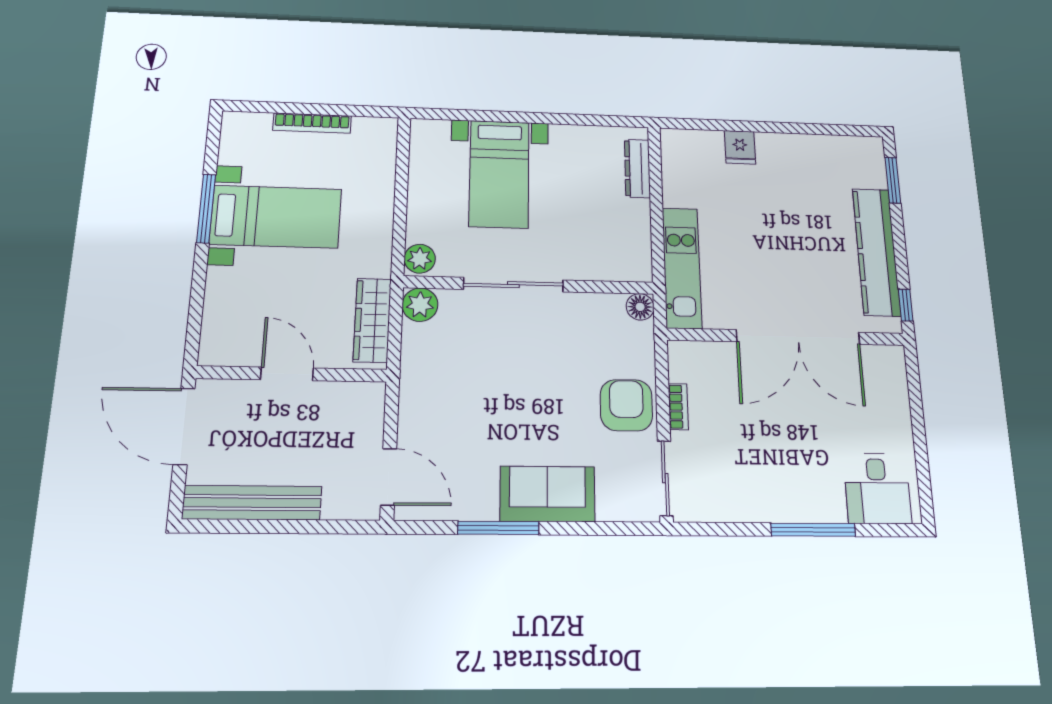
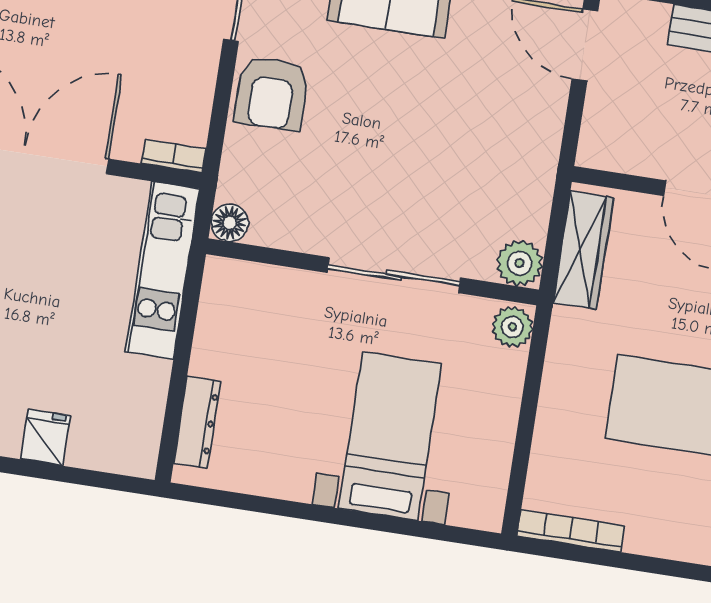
bookcase: (312, 123) -> (571, 531), moved
bookcase: (678, 407) -> (174, 156), moved, turned 90

